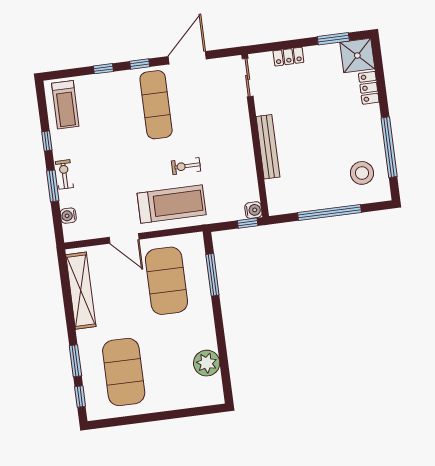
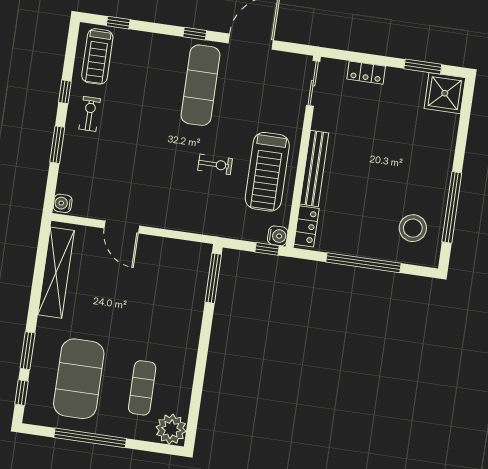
window: (103, 69) -> (118, 23), moved
locker: (369, 88) -> (306, 226), moved, turned 180
exercise bike: (186, 166) -> (215, 164), turned 180
exercise bike: (64, 174) -> (90, 114), moved
treadmill: (172, 204) -> (267, 172), moved, turned 90
water cooler: (68, 216) -> (63, 203), moved
window: (212, 275) -> (213, 278), moved
exercise mat: (166, 281) -> (142, 388), moved, width x0.50, depth x0.69
plant: (207, 363) -> (171, 429), moved
window: (146, 418) -> (90, 438), added

